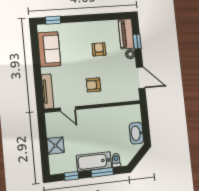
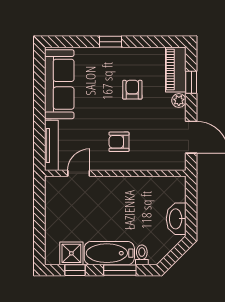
window: (53, 20) -> (110, 42), moved
sofa: (49, 49) -> (59, 84), width x1.36
door: (68, 109) -> (79, 173), swing flipped
shower: (56, 146) -> (71, 253), moved

